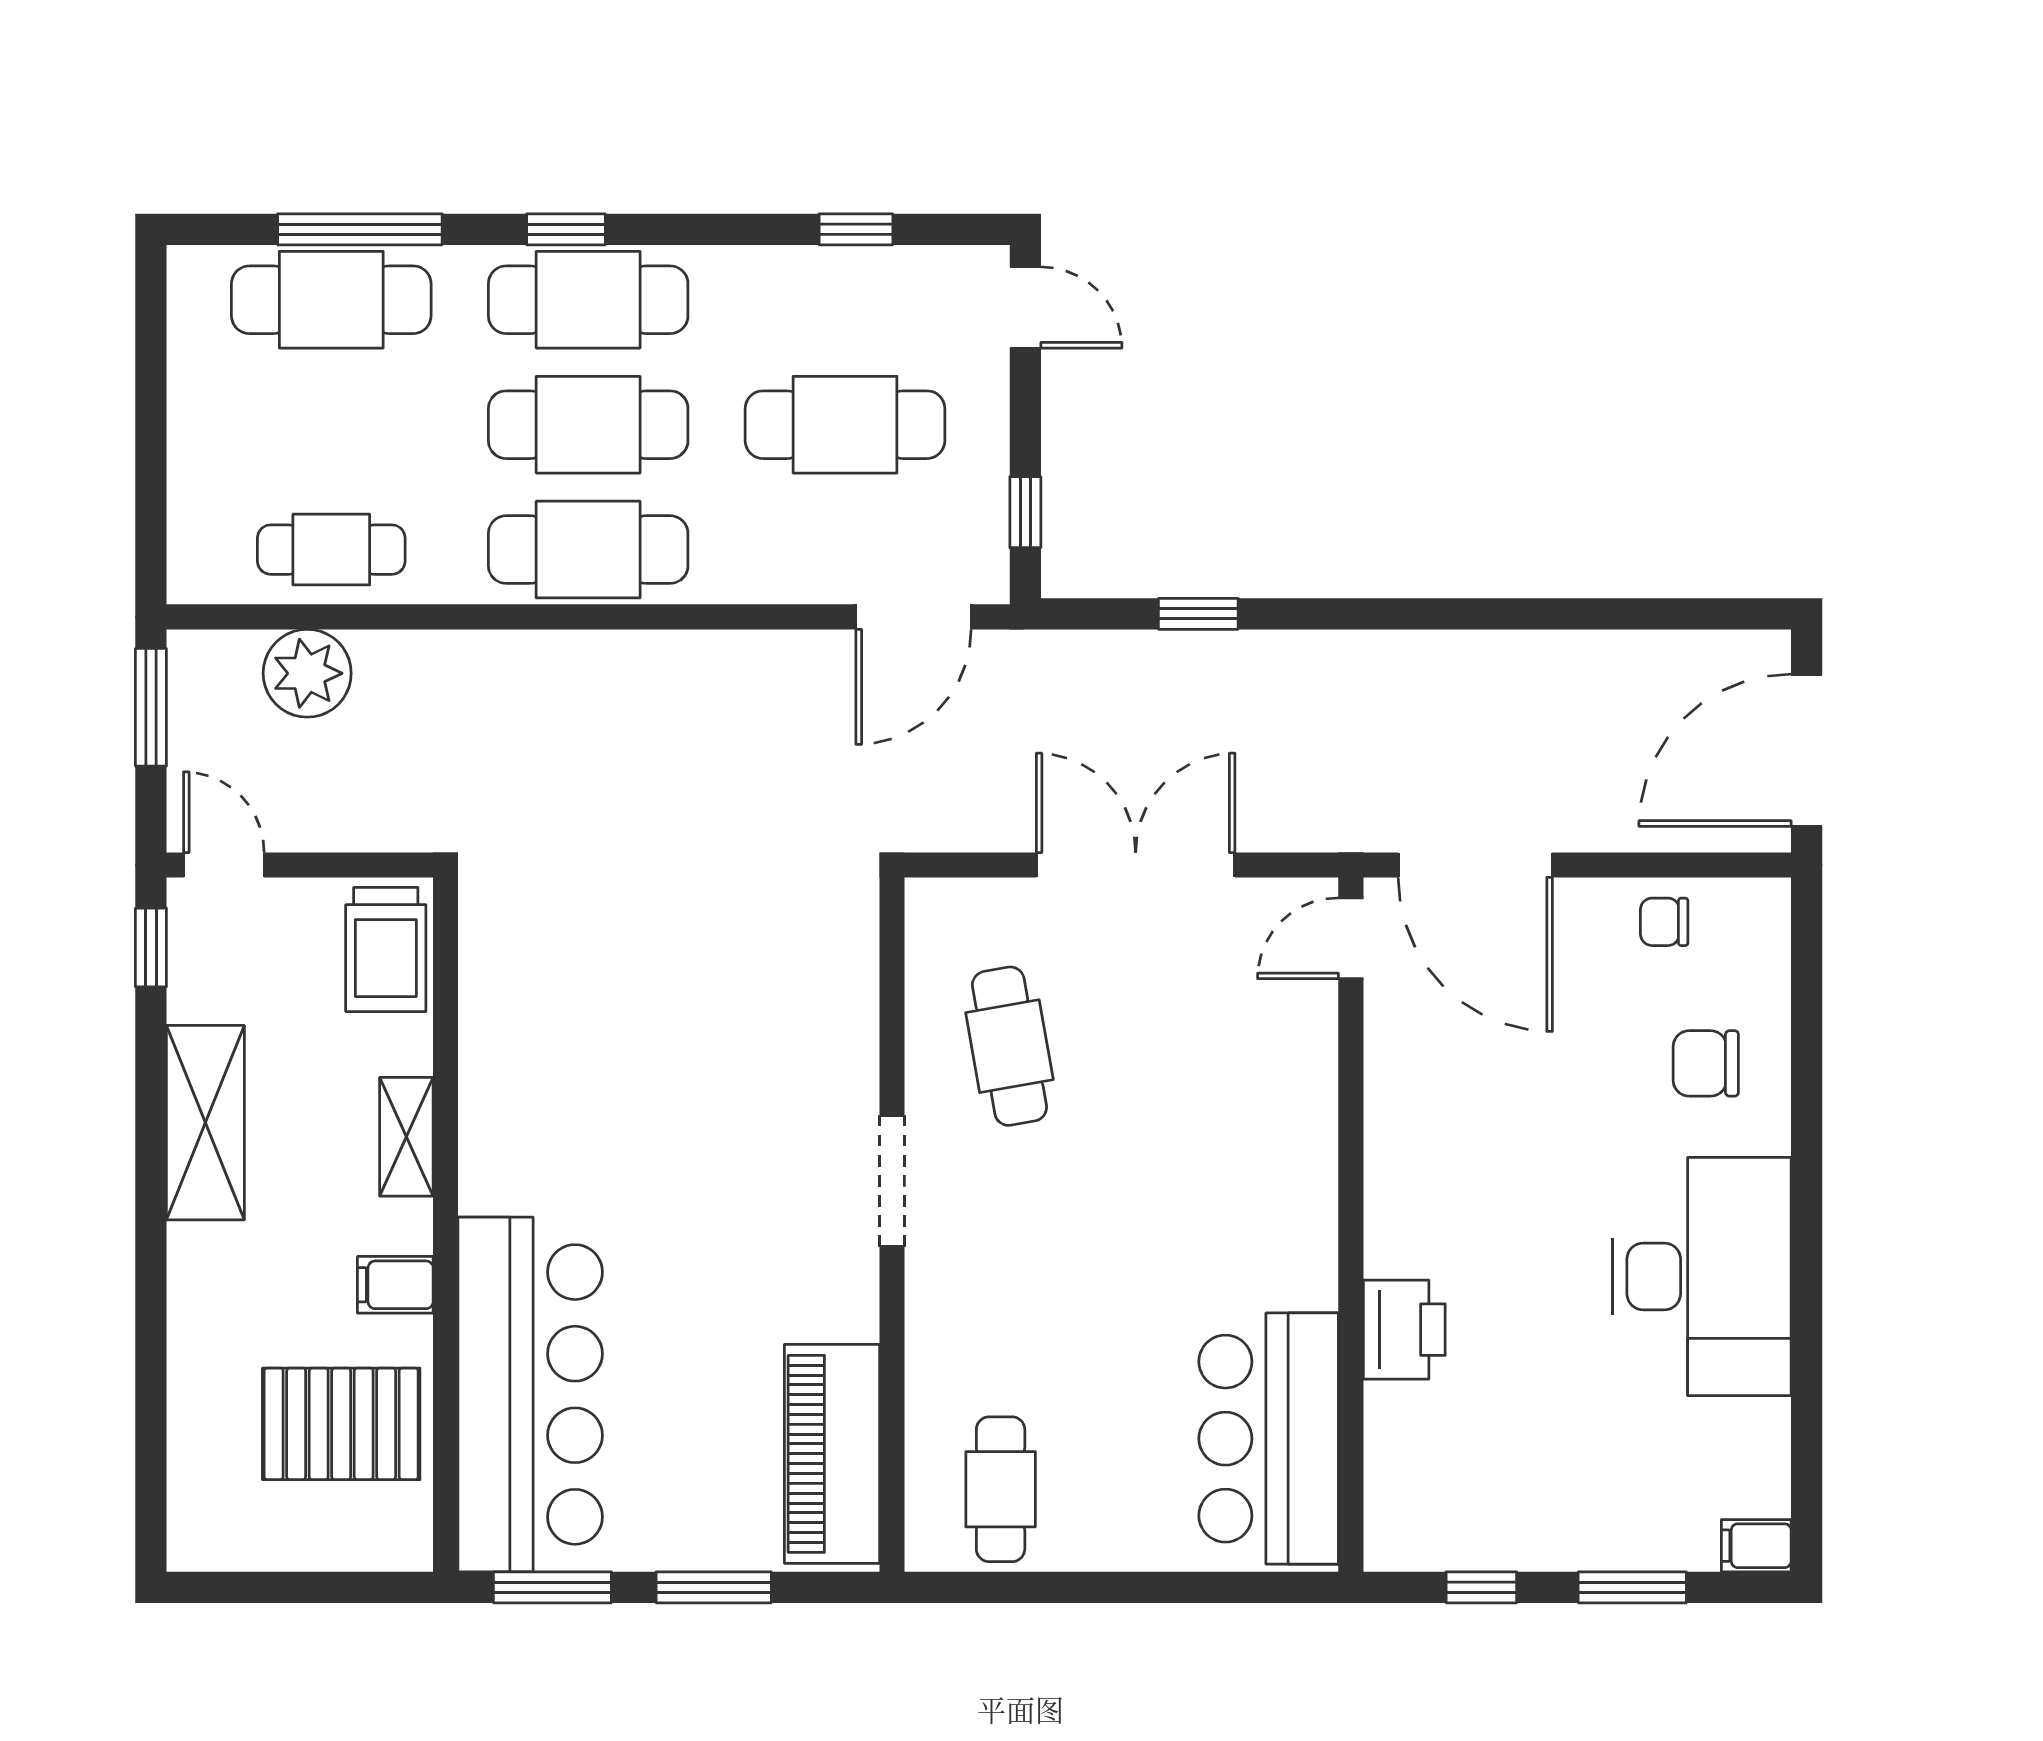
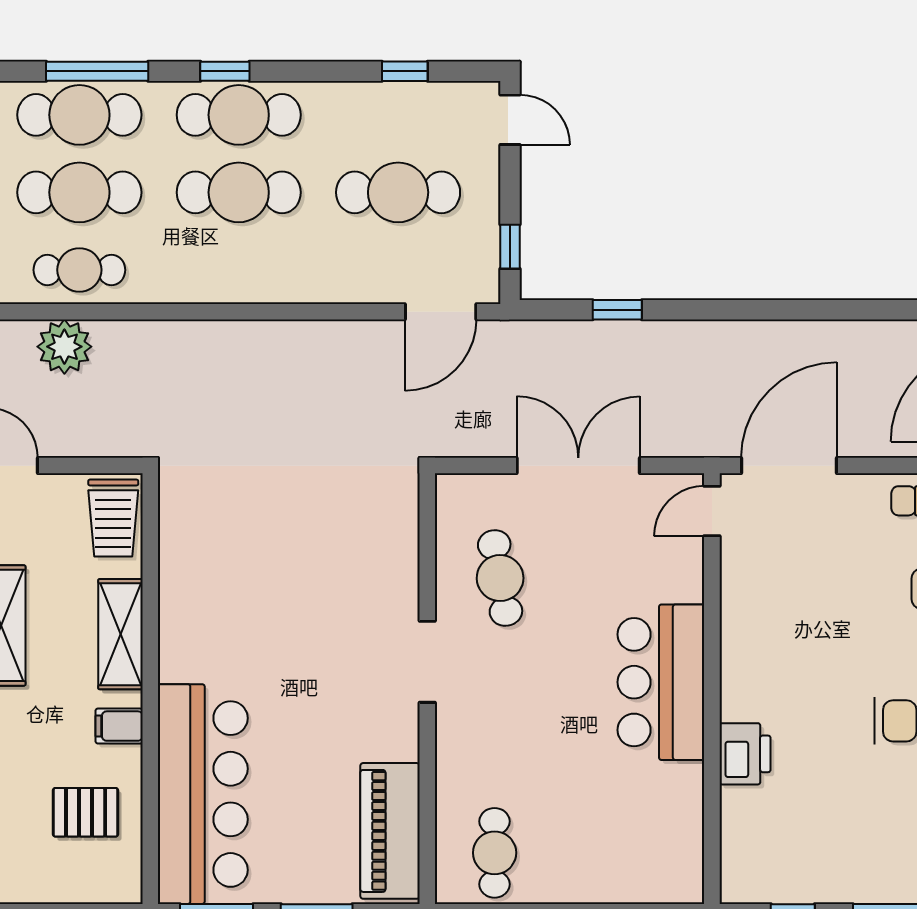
cafe table: (588, 550) -> (79, 192), moved
door: (1475, 865) -> (789, 466), swing flipped
shelving: (406, 1137) -> (120, 634), width x1.50, depth x1.33
pallet: (341, 1424) -> (86, 812), width x0.67, depth x0.71
bar counter: (1269, 1439) -> (661, 682), moved

